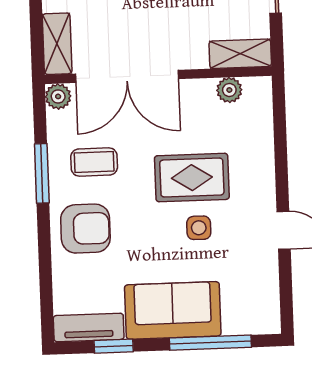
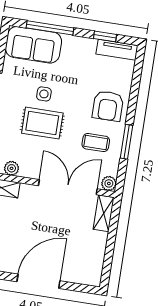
armchair: (85, 229) -> (108, 106), turned -90
sofa: (173, 310) -> (34, 45), moved

